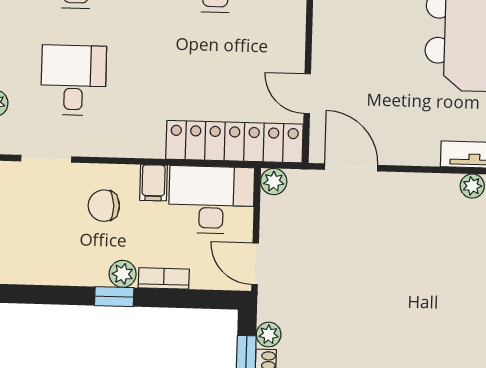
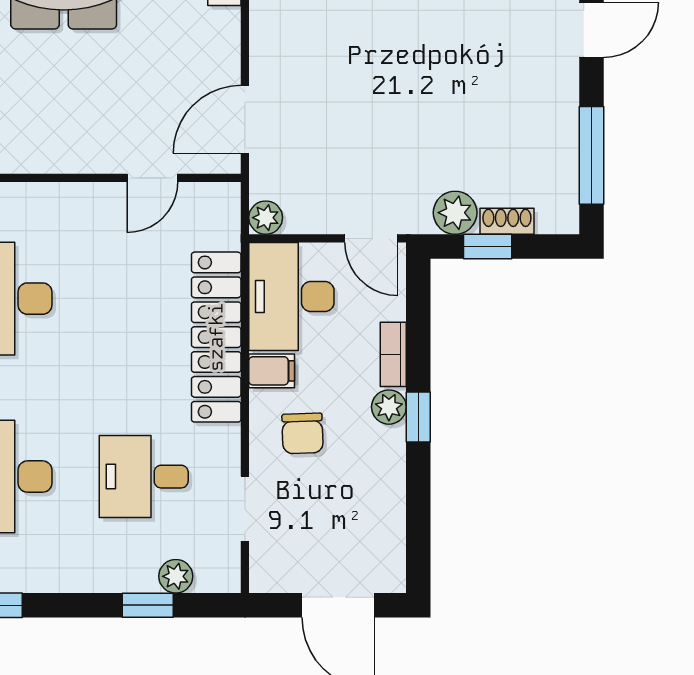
locker: (234, 142) -> (216, 337), moved
door: (255, 264) -> (371, 238), hinge flipped
plant: (269, 334) -> (455, 213), width x1.38, depth x1.38

